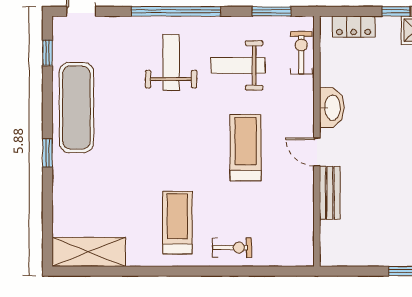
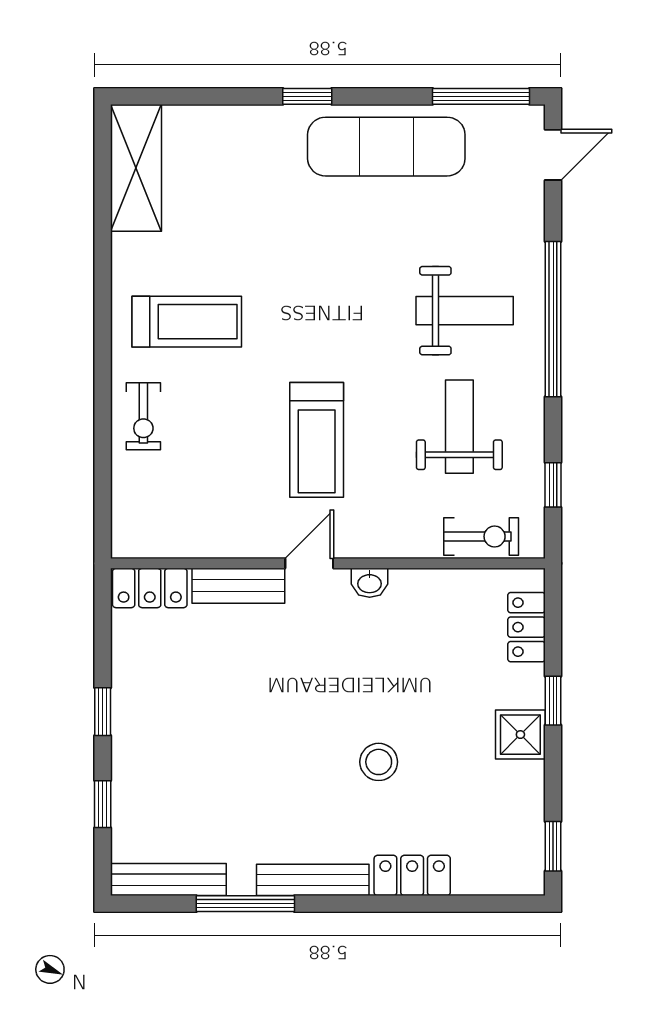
window: (271, 11) -> (553, 485), width x0.67
window: (47, 53) -> (481, 96), width x2.17
washbasin: (332, 108) -> (370, 583), width x0.52, depth x0.69
treadmill: (246, 148) -> (317, 440), turned 90
locker: (331, 244) -> (150, 588), added

